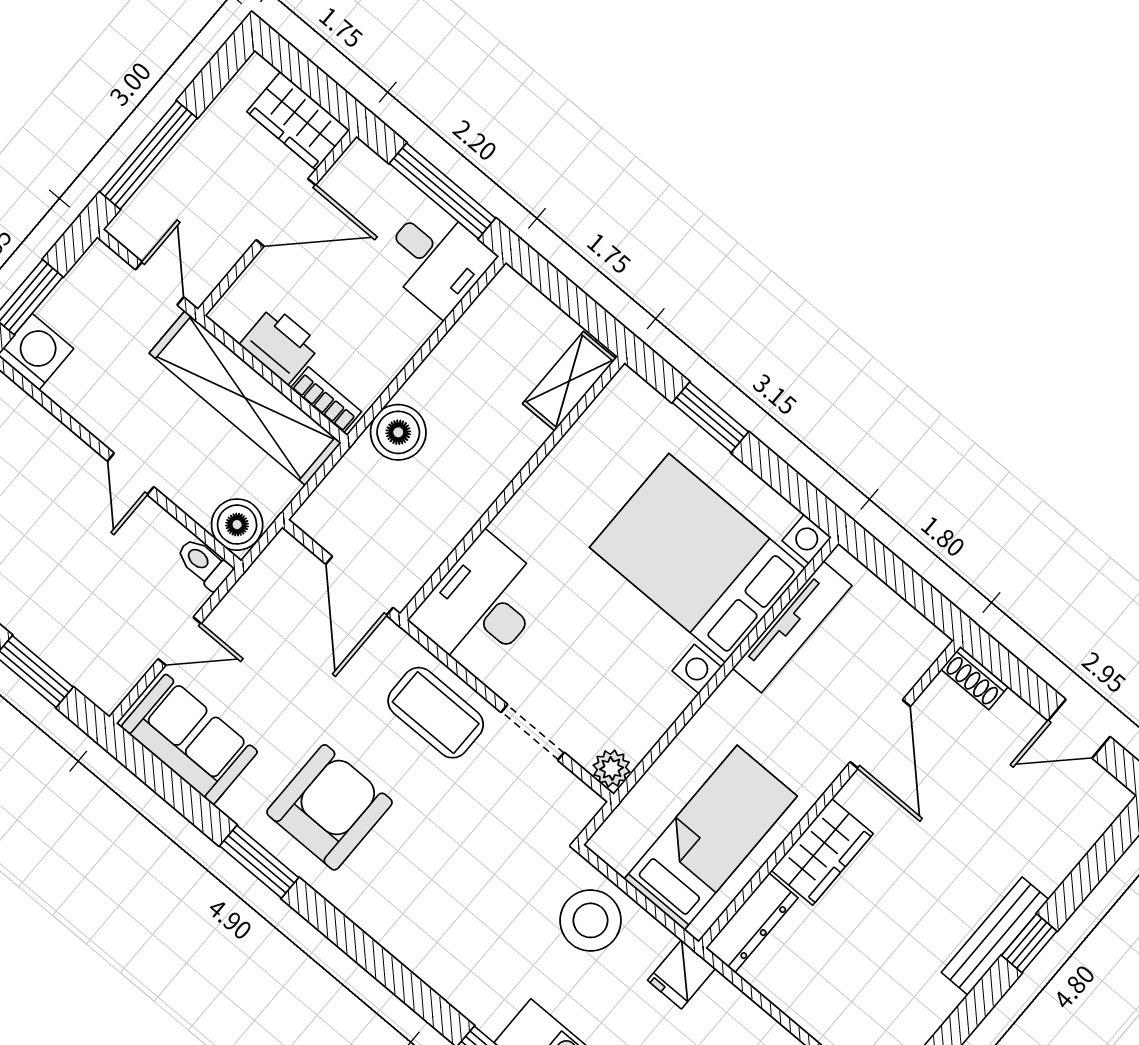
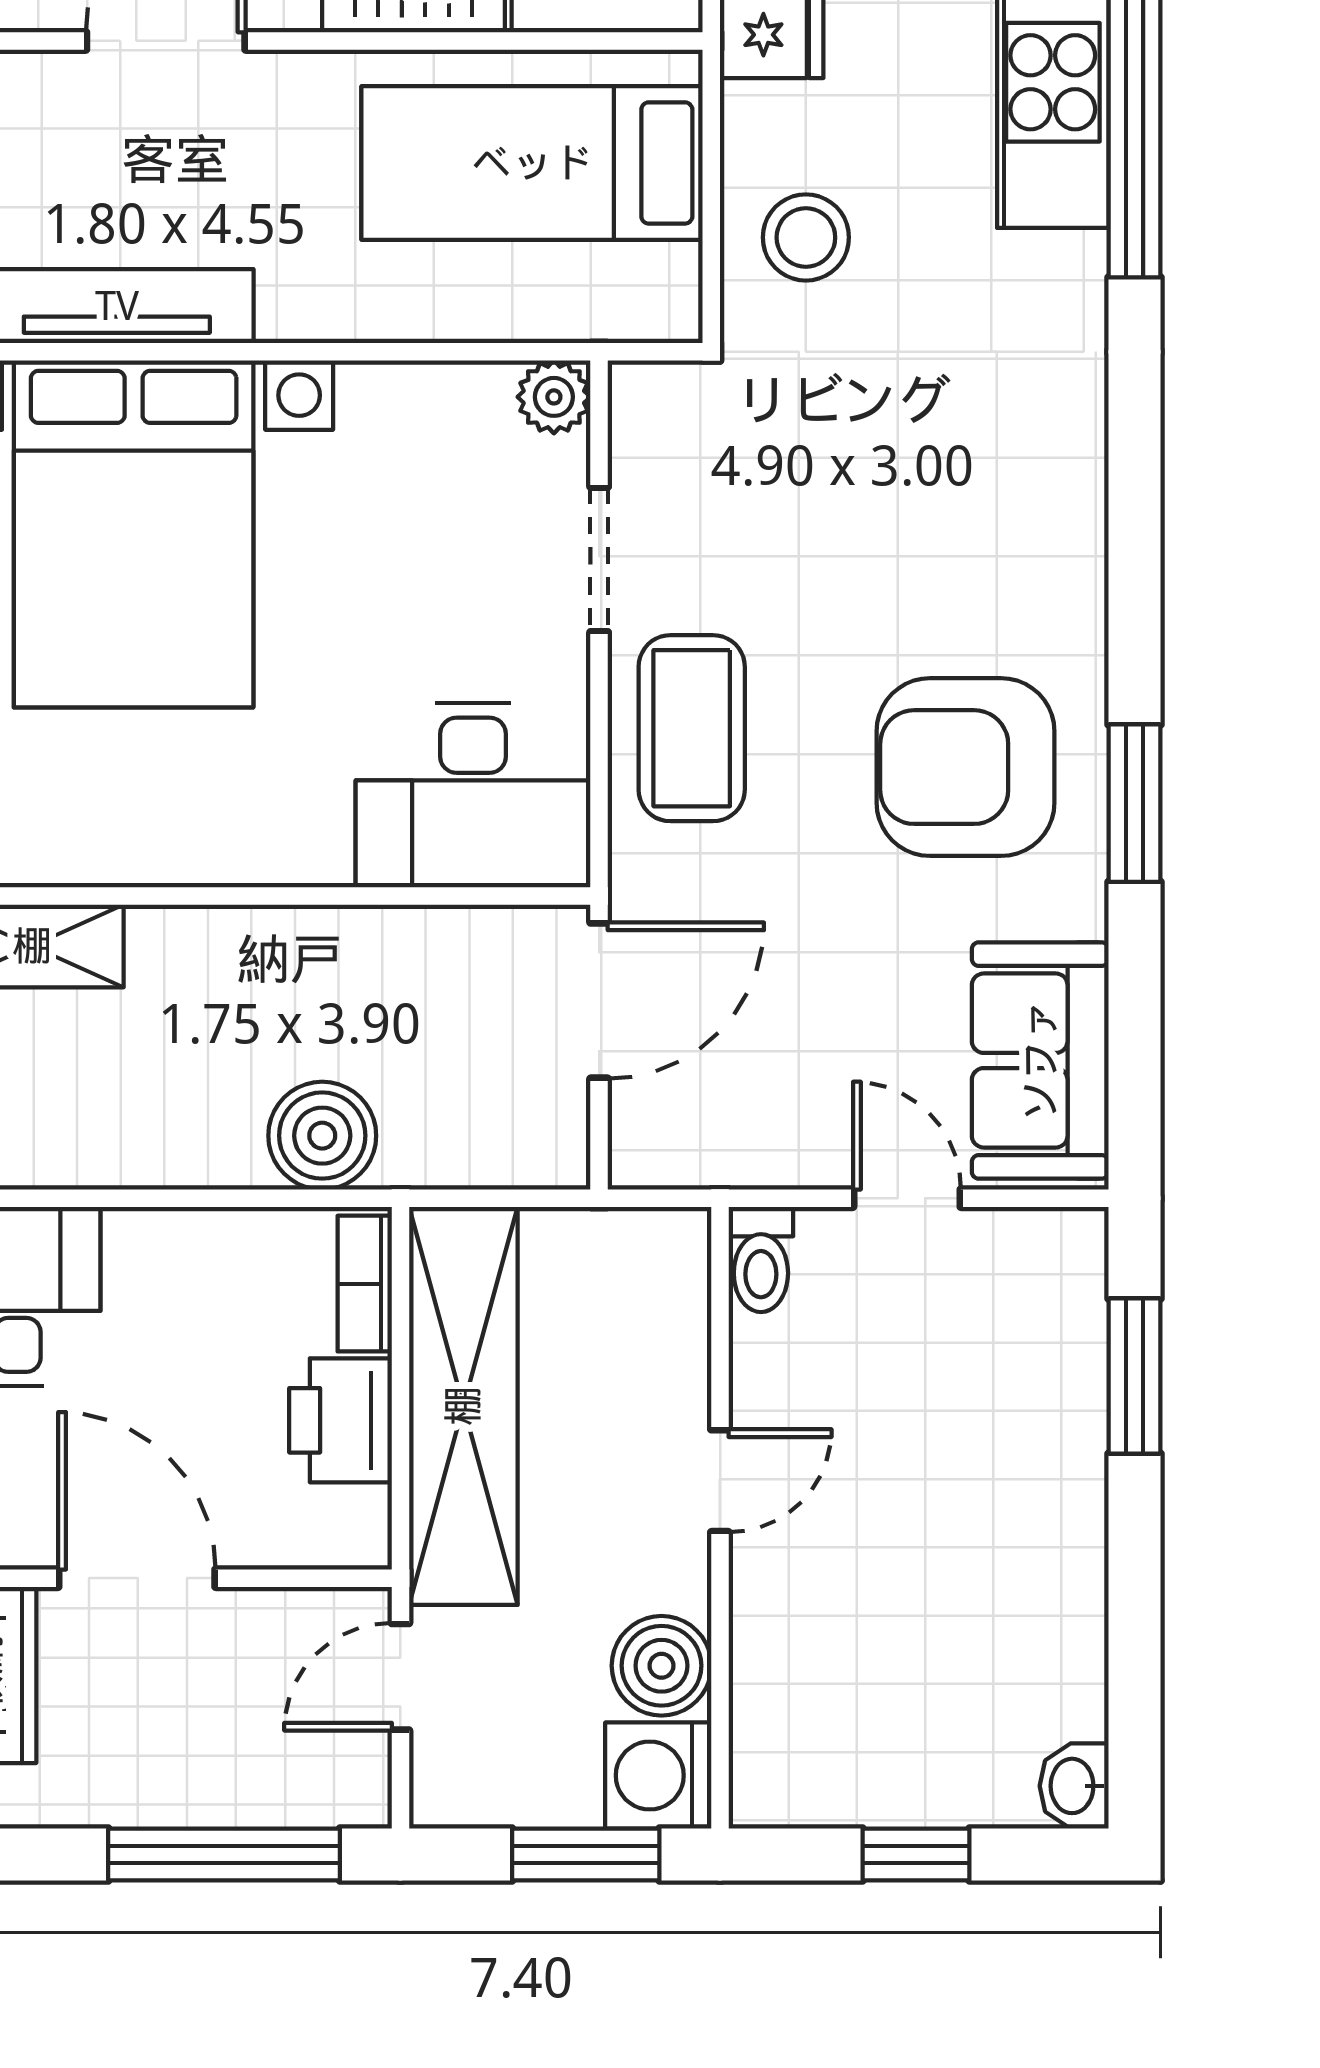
boiler: (237, 525) -> (662, 1666), moved
stool: (591, 920) -> (806, 237), width x0.73, depth x0.73

